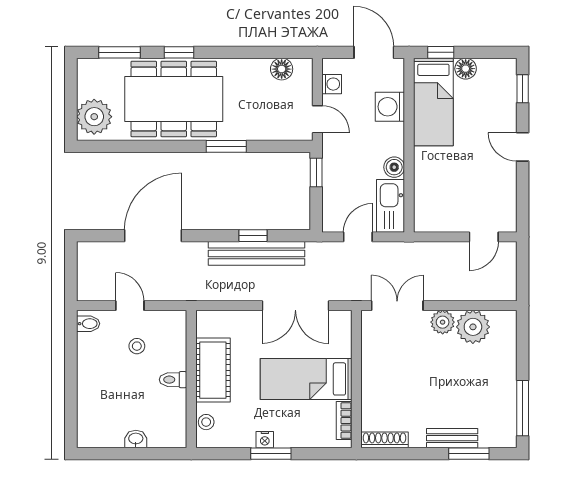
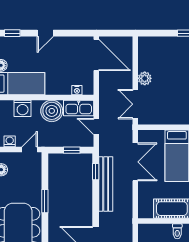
boiler: (394, 167) -> (52, 111), width x1.86, depth x1.86
window: (316, 173) -> (72, 150), moved
nightstand: (422, 203) -> (77, 90), added
window: (253, 236) -> (96, 172), moved
door: (484, 237) -> (96, 55), width x1.88
plant: (473, 327) -> (147, 61), removed

